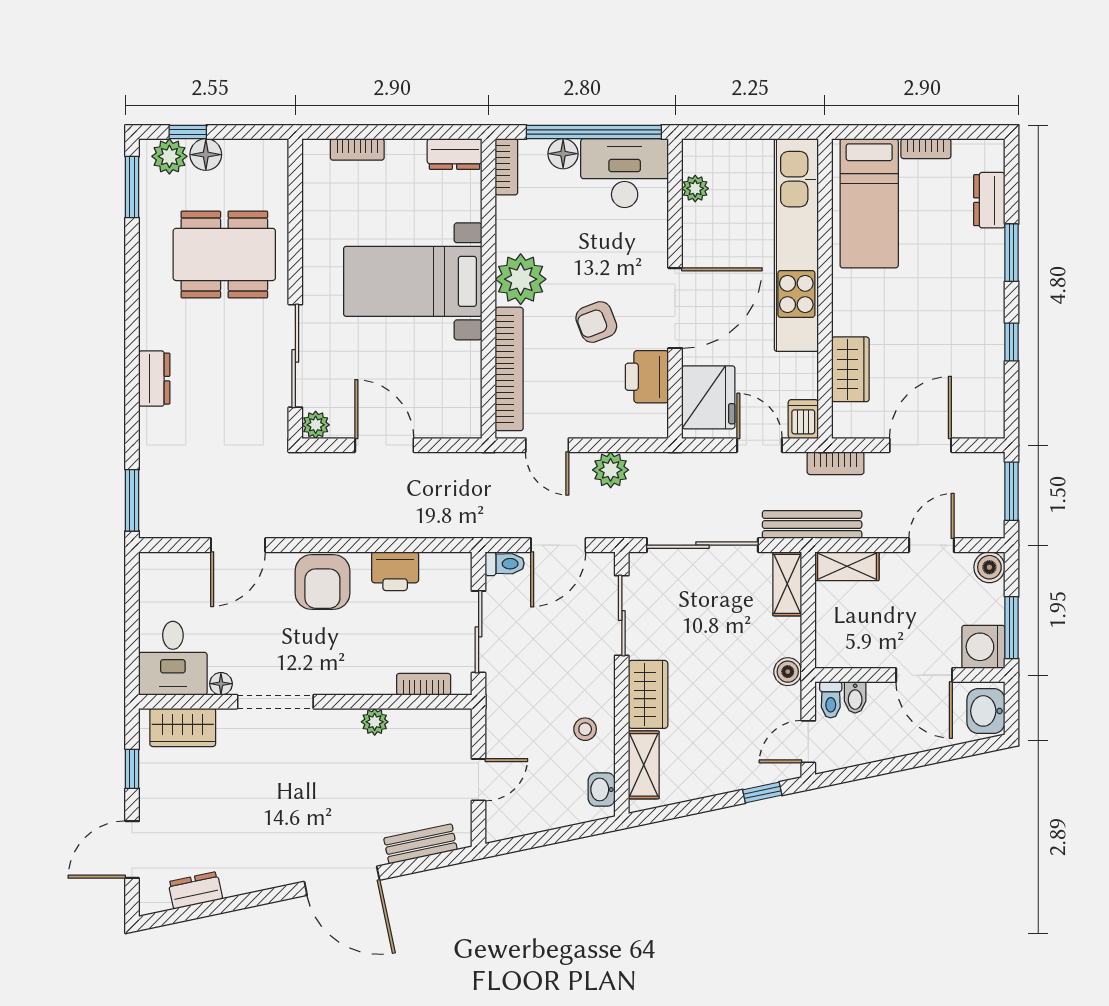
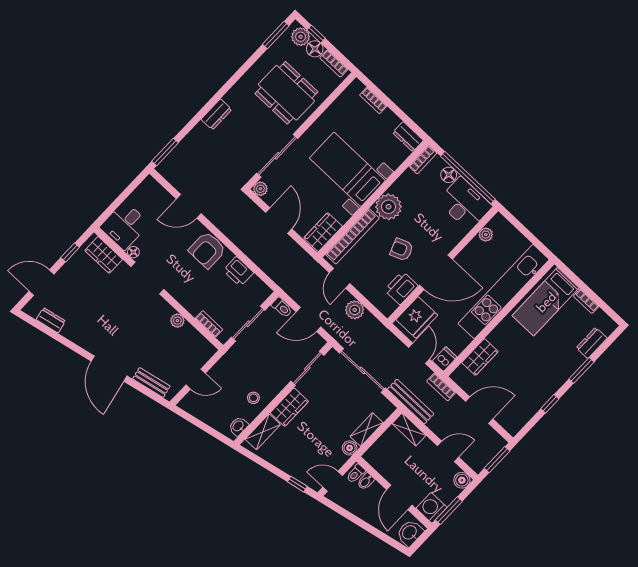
bookcase: (252, 150) -> (334, 63), added
wardrobe: (462, 402) -> (323, 232), added
shelving: (787, 584) -> (367, 430), moved

